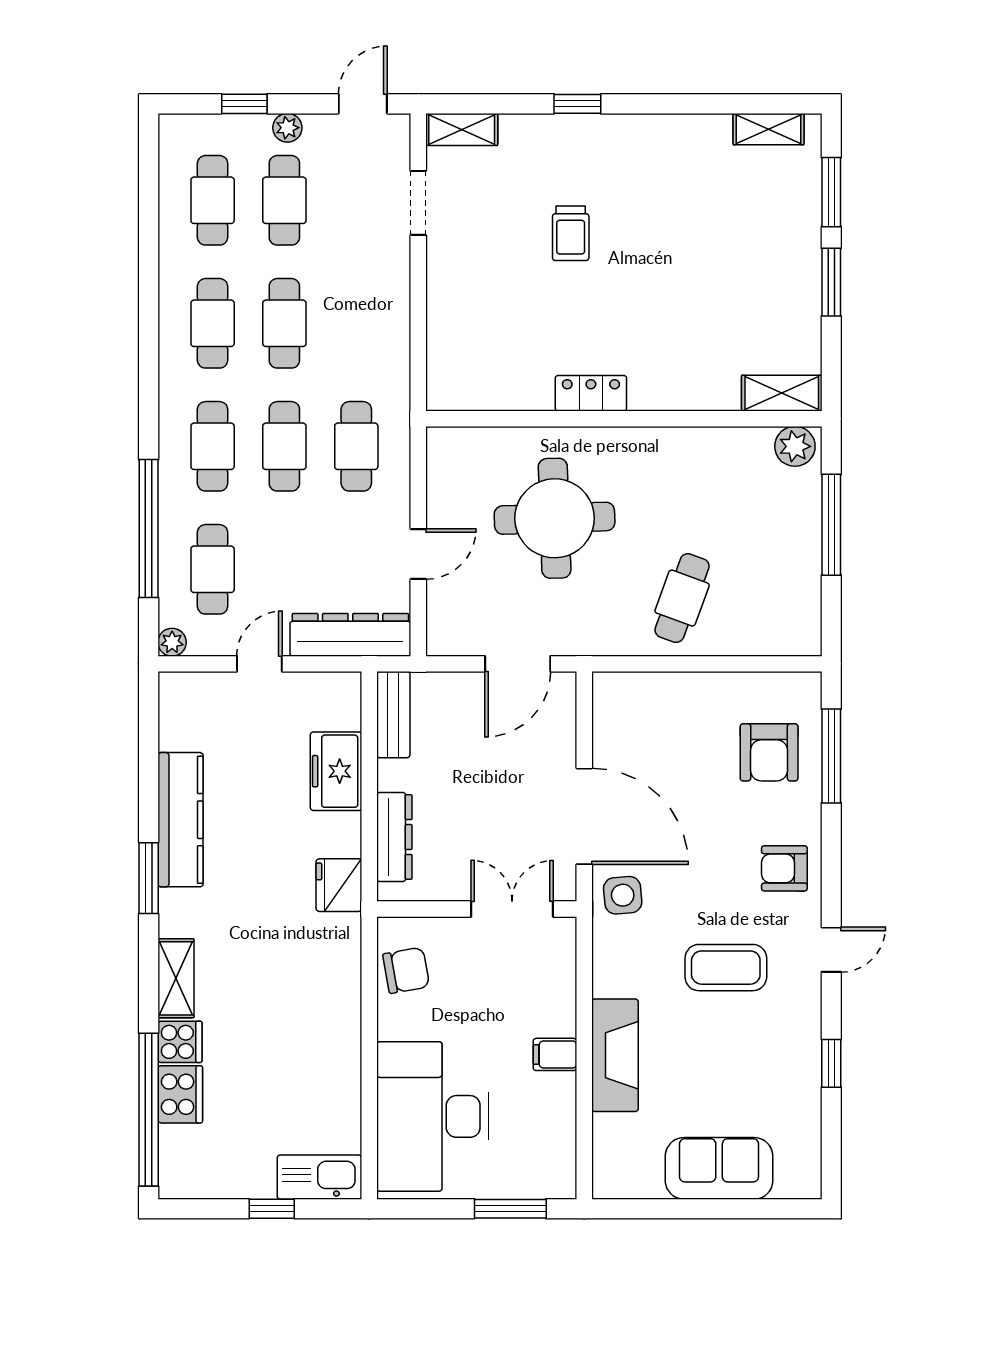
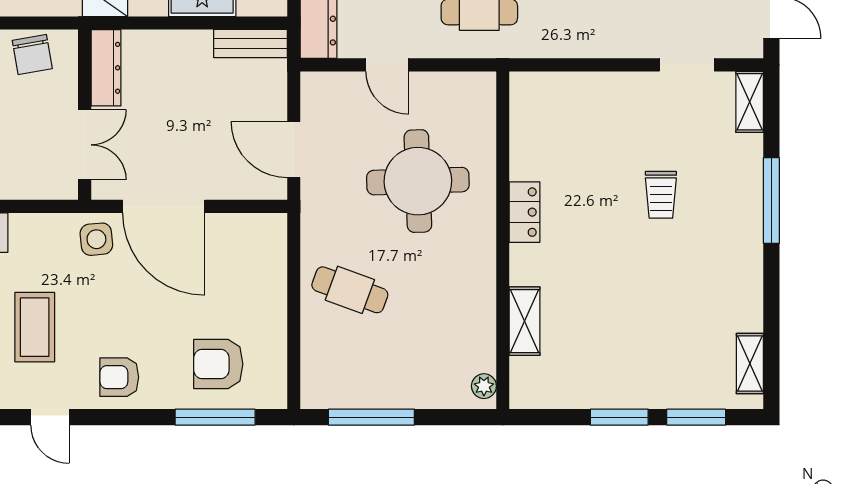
window: (577, 104) -> (771, 201), width x2.17
trolley: (571, 233) -> (661, 195), turned -90
shelving: (782, 393) -> (525, 321), moved
plant: (795, 446) -> (484, 386), width x0.73, depth x0.73
window: (831, 525) -> (371, 417), moved
door: (584, 816) -> (164, 206), hinge flipped
dresser: (394, 837) -> (106, 68), moved, turned -90
armchair: (784, 868) -> (119, 377), turned -90

